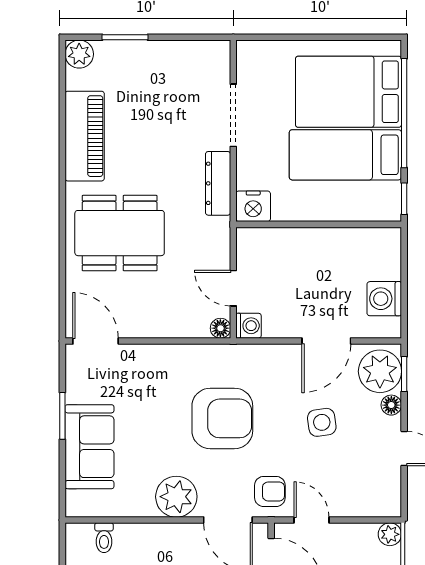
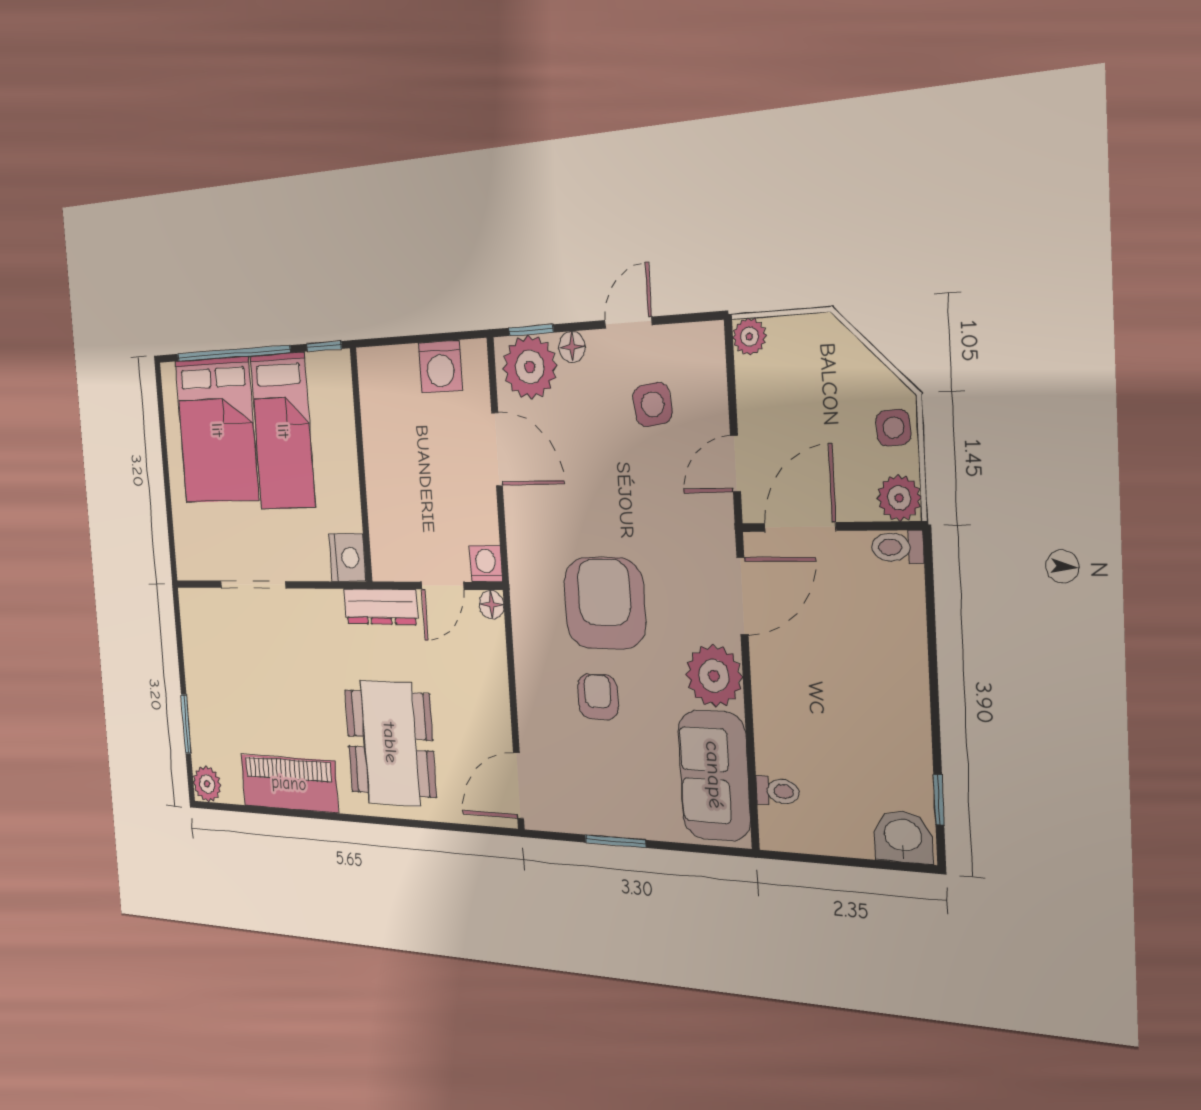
dresser: (218, 183) -> (381, 607), moved
side table: (322, 422) -> (653, 404), moved
sofa: (89, 447) -> (714, 775), moved, turned -90
armchair: (270, 491) -> (598, 697), moved

